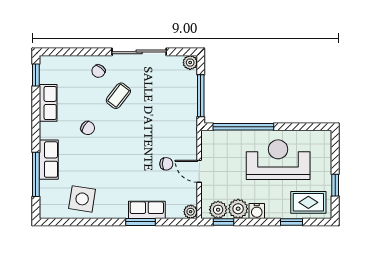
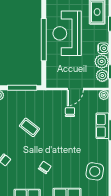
coffee table: (118, 96) -> (29, 127), moved
window: (243, 127) -> (44, 40), moved

